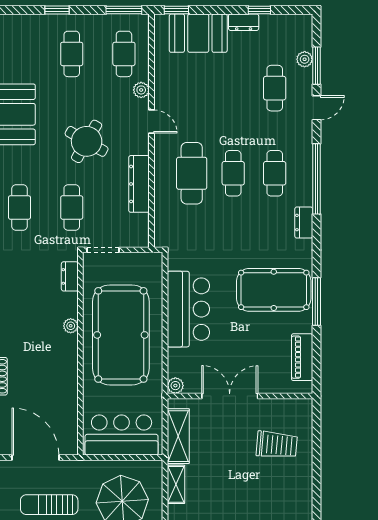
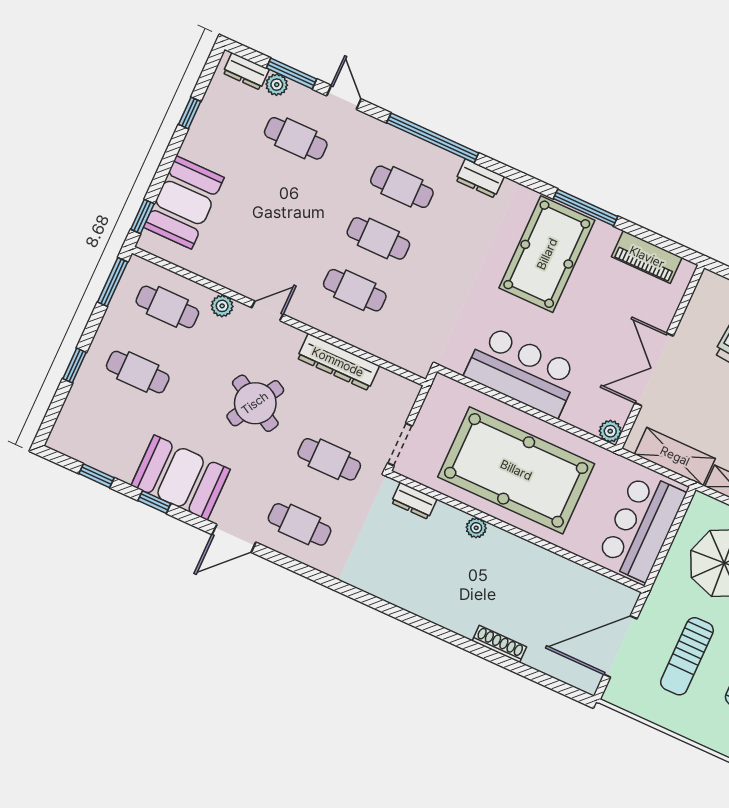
dresser: (244, 22) -> (246, 71), moved, turned 90
cafe table: (192, 173) -> (355, 290), width x0.73, depth x0.74

